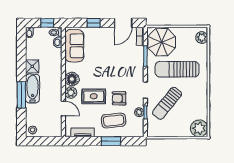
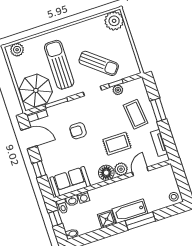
washing machine: (57, 53) -> (84, 197), added
sun lounger: (177, 69) -> (59, 65), turned 180
rug: (94, 96) -> (117, 144), turned 90
armchair: (119, 98) -> (78, 131), moved, turned 90

